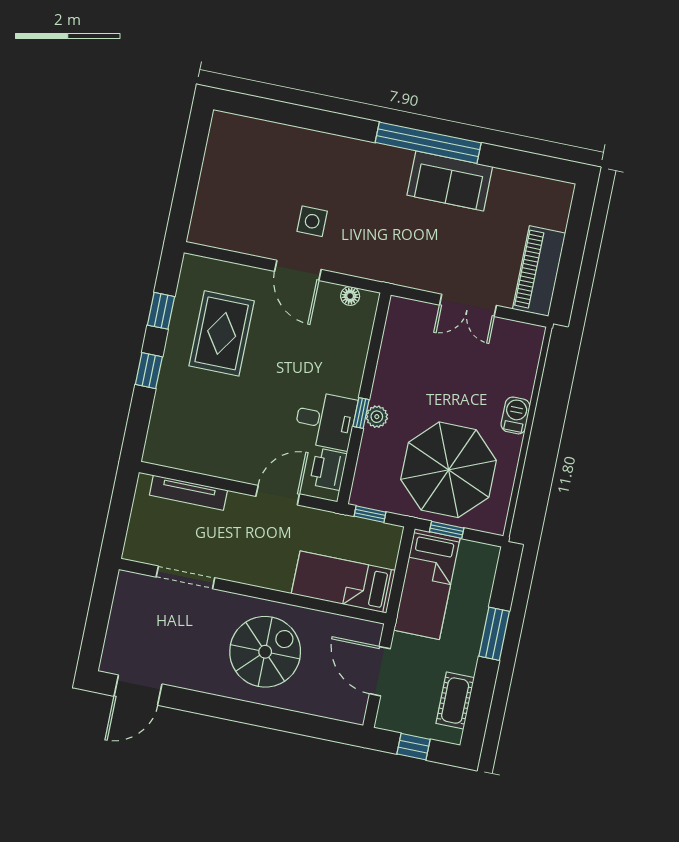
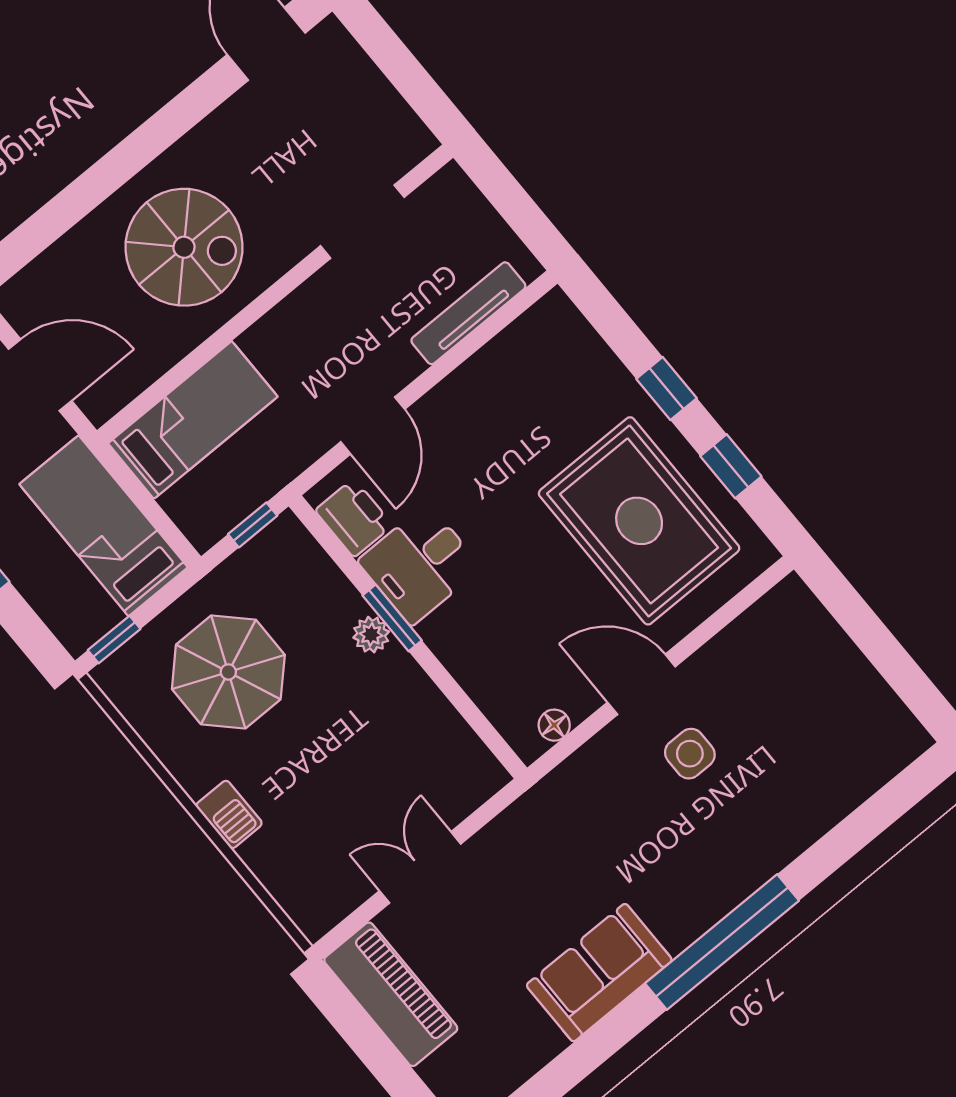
window: (428, 143) -> (722, 942), moved
rug: (222, 333) -> (639, 521), width x1.37, depth x1.44
window: (361, 413) -> (392, 618), width x1.50
parasol: (449, 470) -> (228, 672), width x0.73, depth x0.73
window: (447, 530) -> (114, 639), moved
spiral stairs: (265, 652) -> (184, 247), turned -90

